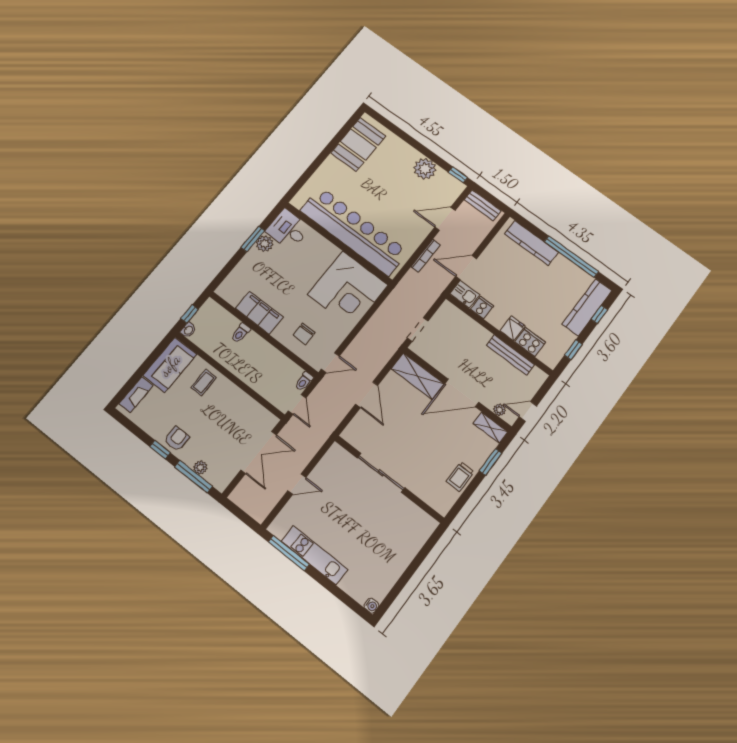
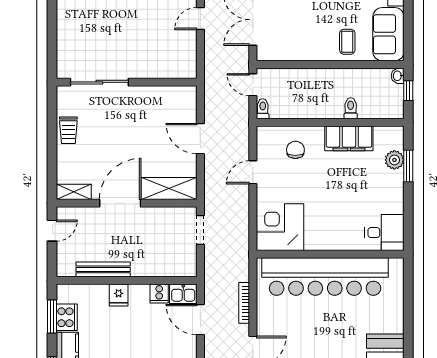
window: (253, 239) -> (408, 166), moved
plant: (265, 244) -> (394, 160), moved
door: (466, 268) -> (200, 320), swing flipped
corner desk: (348, 290) -> (280, 227), width x0.74, depth x0.74
cooker: (530, 342) -> (67, 317), moved, turned -90
window: (573, 350) -> (52, 316), width x1.50
door: (330, 363) -> (253, 172), moved
plant: (500, 410) -> (77, 213), removed
window: (491, 462) -> (52, 162), removed
sliding door: (381, 473) -> (99, 82), moved
trolley: (460, 477) -> (68, 130), turned 180

